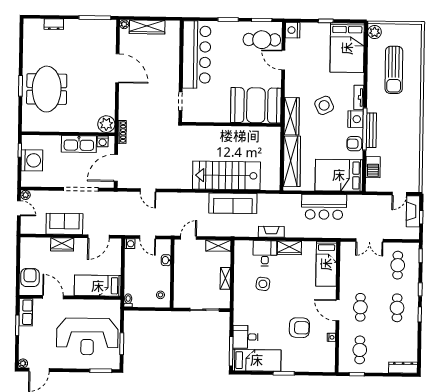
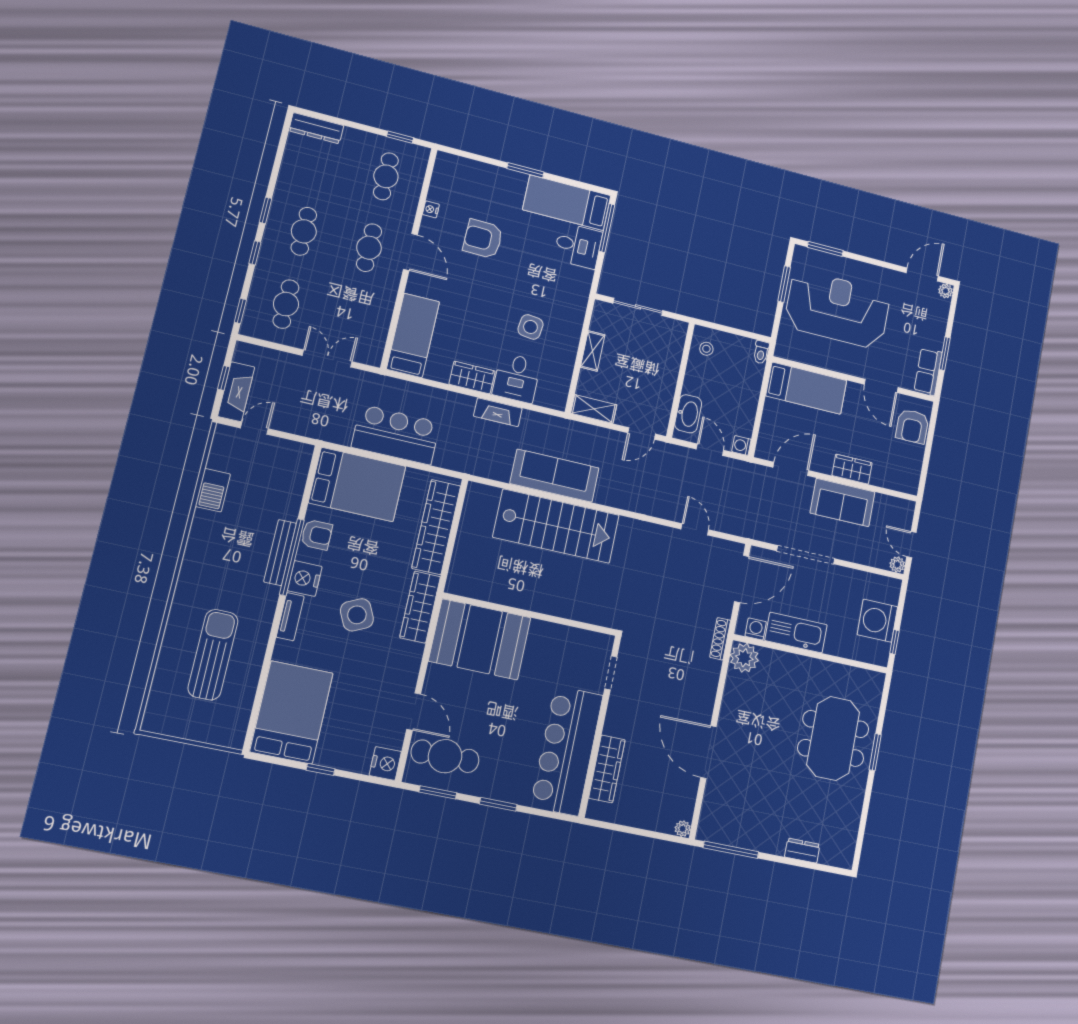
wardrobe: (147, 27) -> (607, 769), moved, turned 90
plant: (375, 32) -> (234, 732), removed
barbecue: (373, 167) -> (213, 490), moved, turned 180
washbasin: (166, 260) -> (688, 414), width x1.91, depth x1.45

